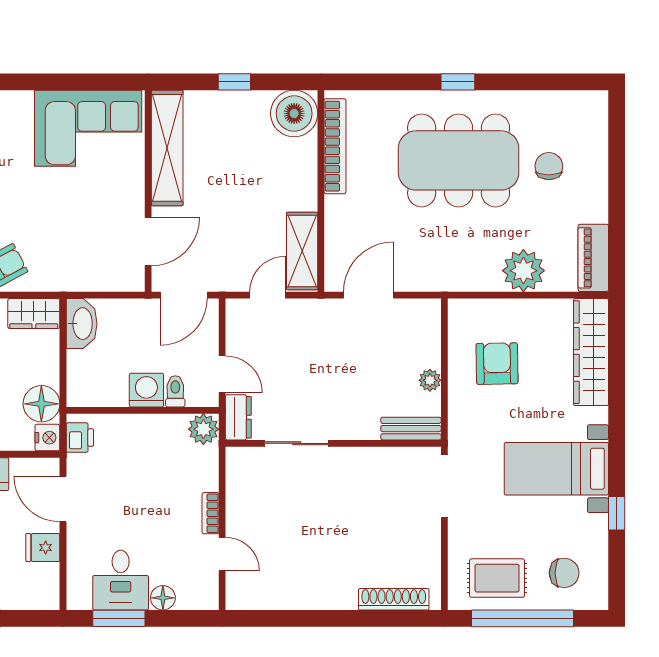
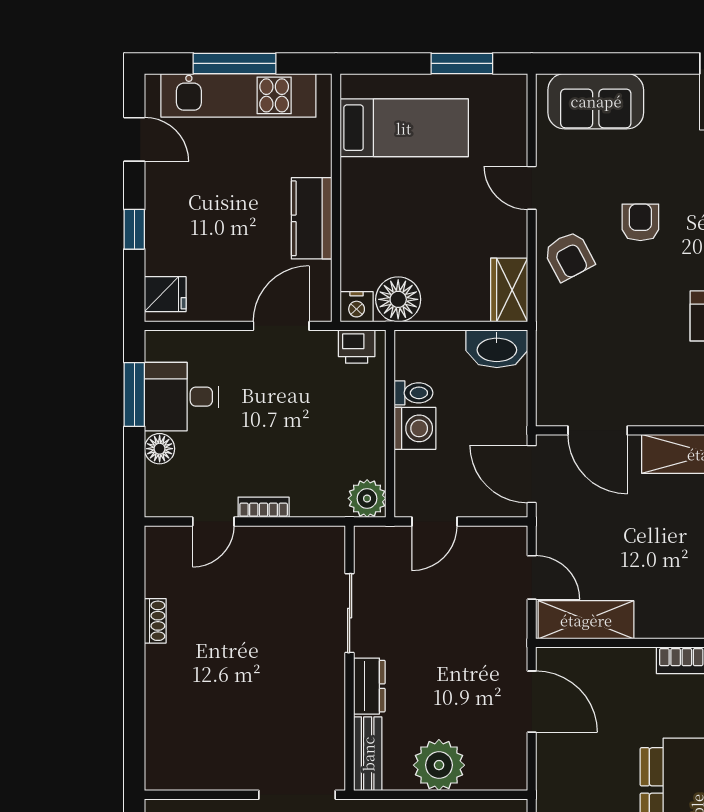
plant: (430, 380) -> (439, 765), width x1.88, depth x1.88
toilet: (175, 391) -> (413, 393), moved
dresser: (238, 417) -> (369, 686), moved, turned -90
fridge: (43, 548) -> (165, 294), moved, turned 90
shoe rack: (394, 599) -> (155, 621), moved, width x0.51, depth x0.81

